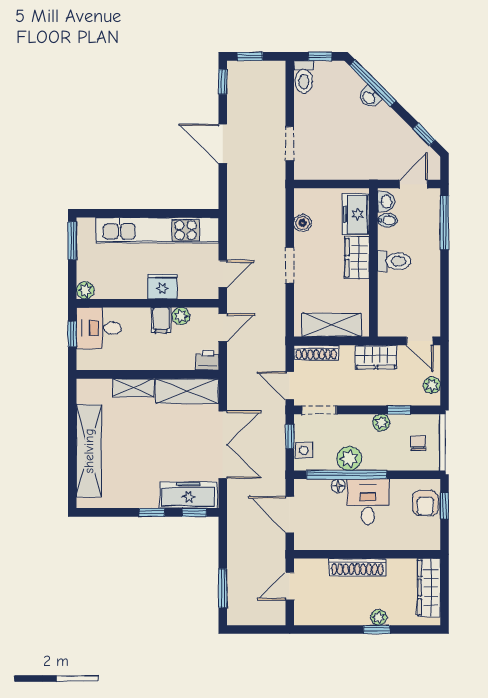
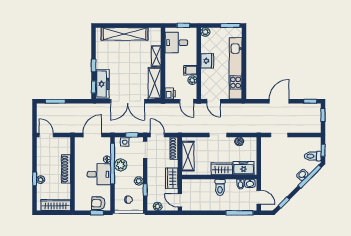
toilet: (304, 77) -> (313, 156), moved
fridge: (162, 286) -> (207, 61), moved
desk: (99, 328) -> (176, 43), moved, turned -90
door: (420, 341) -> (180, 200), hinge flipped
door: (290, 386) -> (157, 135), hinge flipped
door: (290, 586) -> (46, 135), moved

